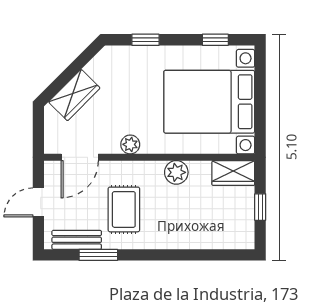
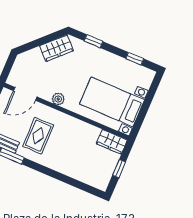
wardrobe: (74, 95) -> (56, 48), moved
bed with nightstands: (209, 102) -> (112, 102), width x0.73
plant: (176, 172) -> (78, 127), removed

